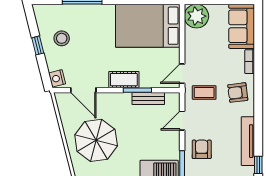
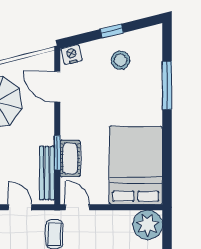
cot: (124, 80) -> (70, 159), moved
door: (83, 90) -> (57, 87), hinge flipped
bench: (148, 99) -> (47, 173), width x1.36

